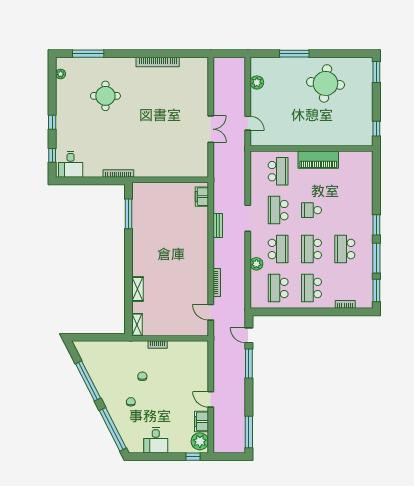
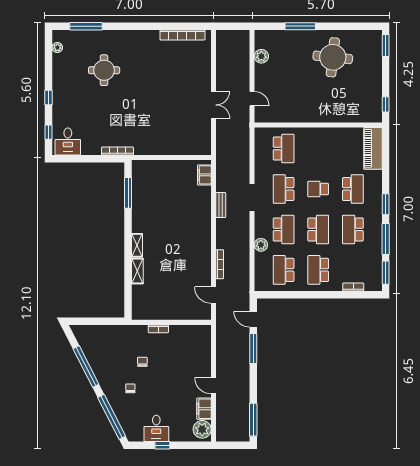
bookcase: (158, 62) -> (182, 35), moved
piano: (318, 160) -> (373, 148), moved, turned 90
school desk: (345, 210) -> (353, 189), added
school desk: (311, 249) -> (318, 229), turned 180
shelving: (137, 325) -> (137, 245), moved
window: (193, 457) -> (162, 445), moved

